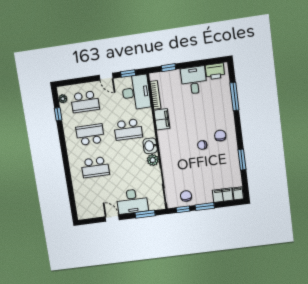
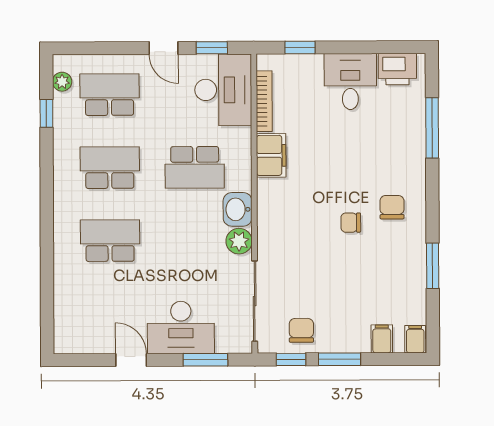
school desk: (85, 102) -> (110, 95), turned 180
school desk: (95, 167) -> (110, 241), turned 180
filing cabinet: (223, 195) -> (382, 339), width x0.50

